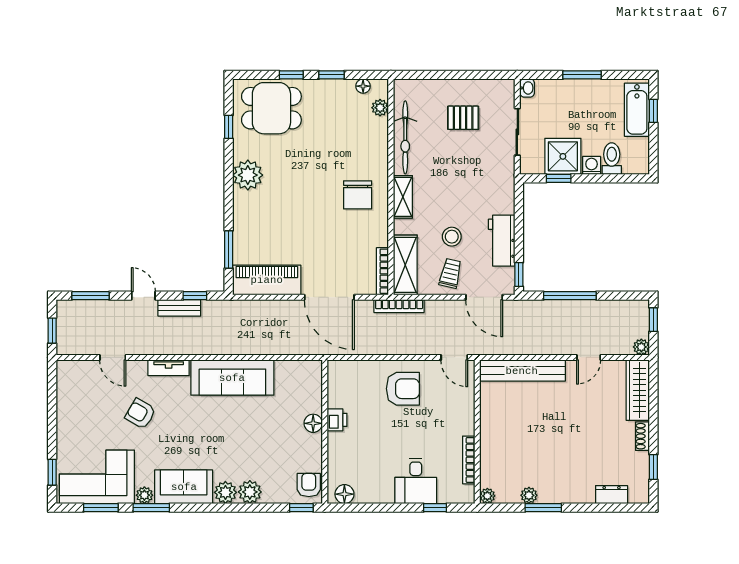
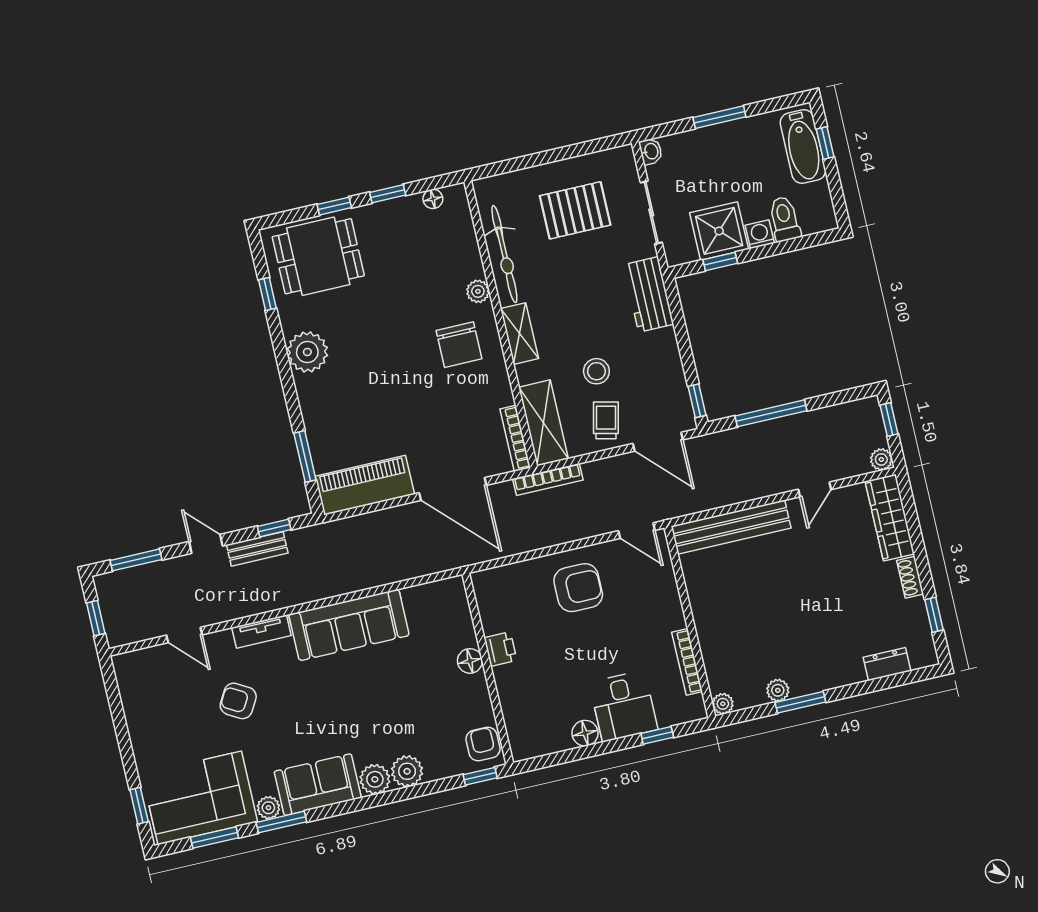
plant: (380, 108) -> (478, 291), moved
pallet: (463, 118) -> (575, 210), width x1.50, depth x1.42
workbench: (502, 241) -> (648, 294), moved
floor lamp: (344, 494) -> (585, 733), moved

